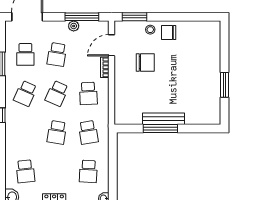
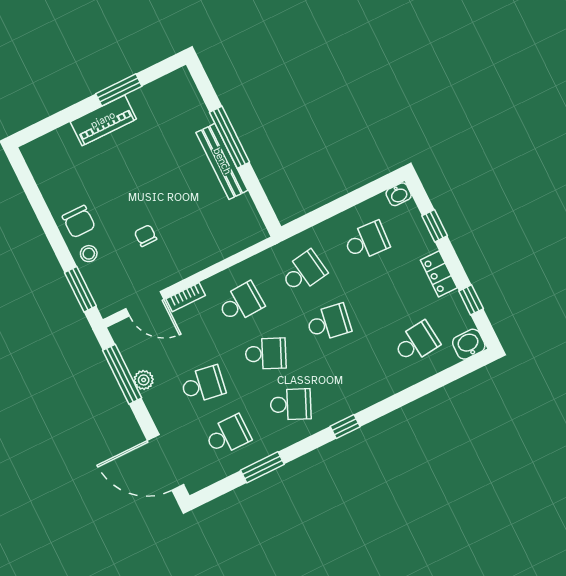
chair: (145, 62) -> (146, 236), width x0.54, depth x0.54
piano: (213, 70) -> (103, 120), added
window: (160, 128) -> (230, 137), moved

